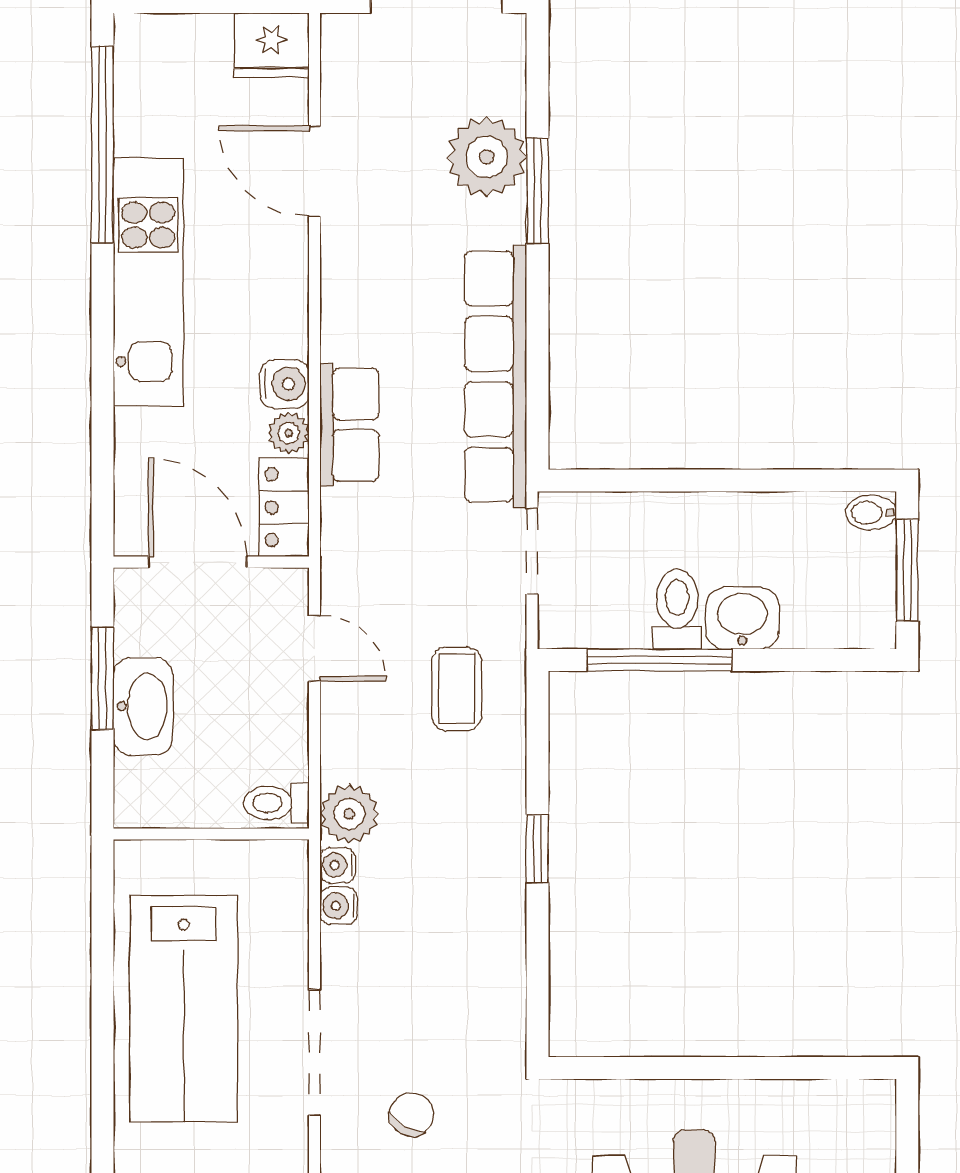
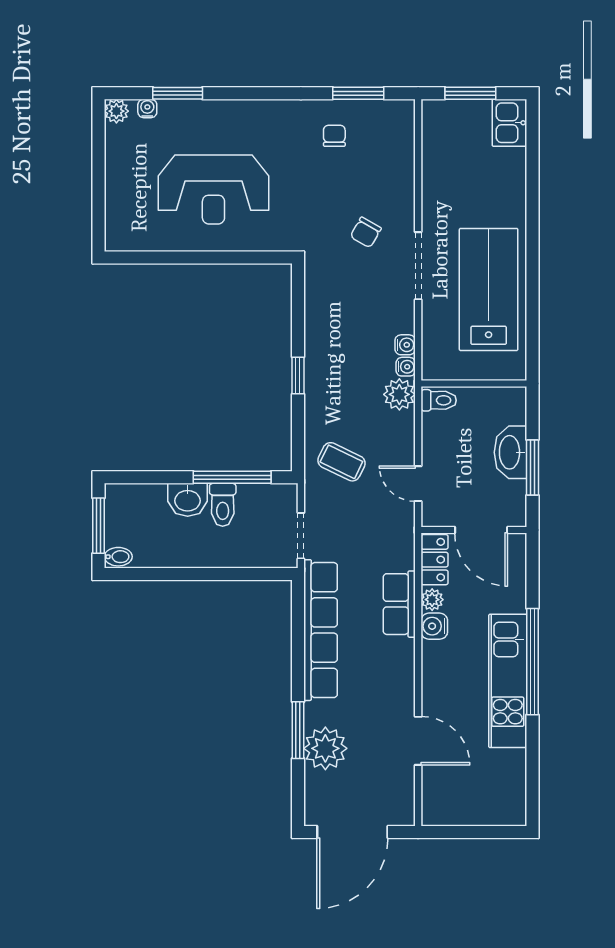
fridge: (271, 45) -> (441, 809), removed
window: (102, 145) -> (532, 662), moved
coffee table: (457, 689) -> (341, 462), turned -64

